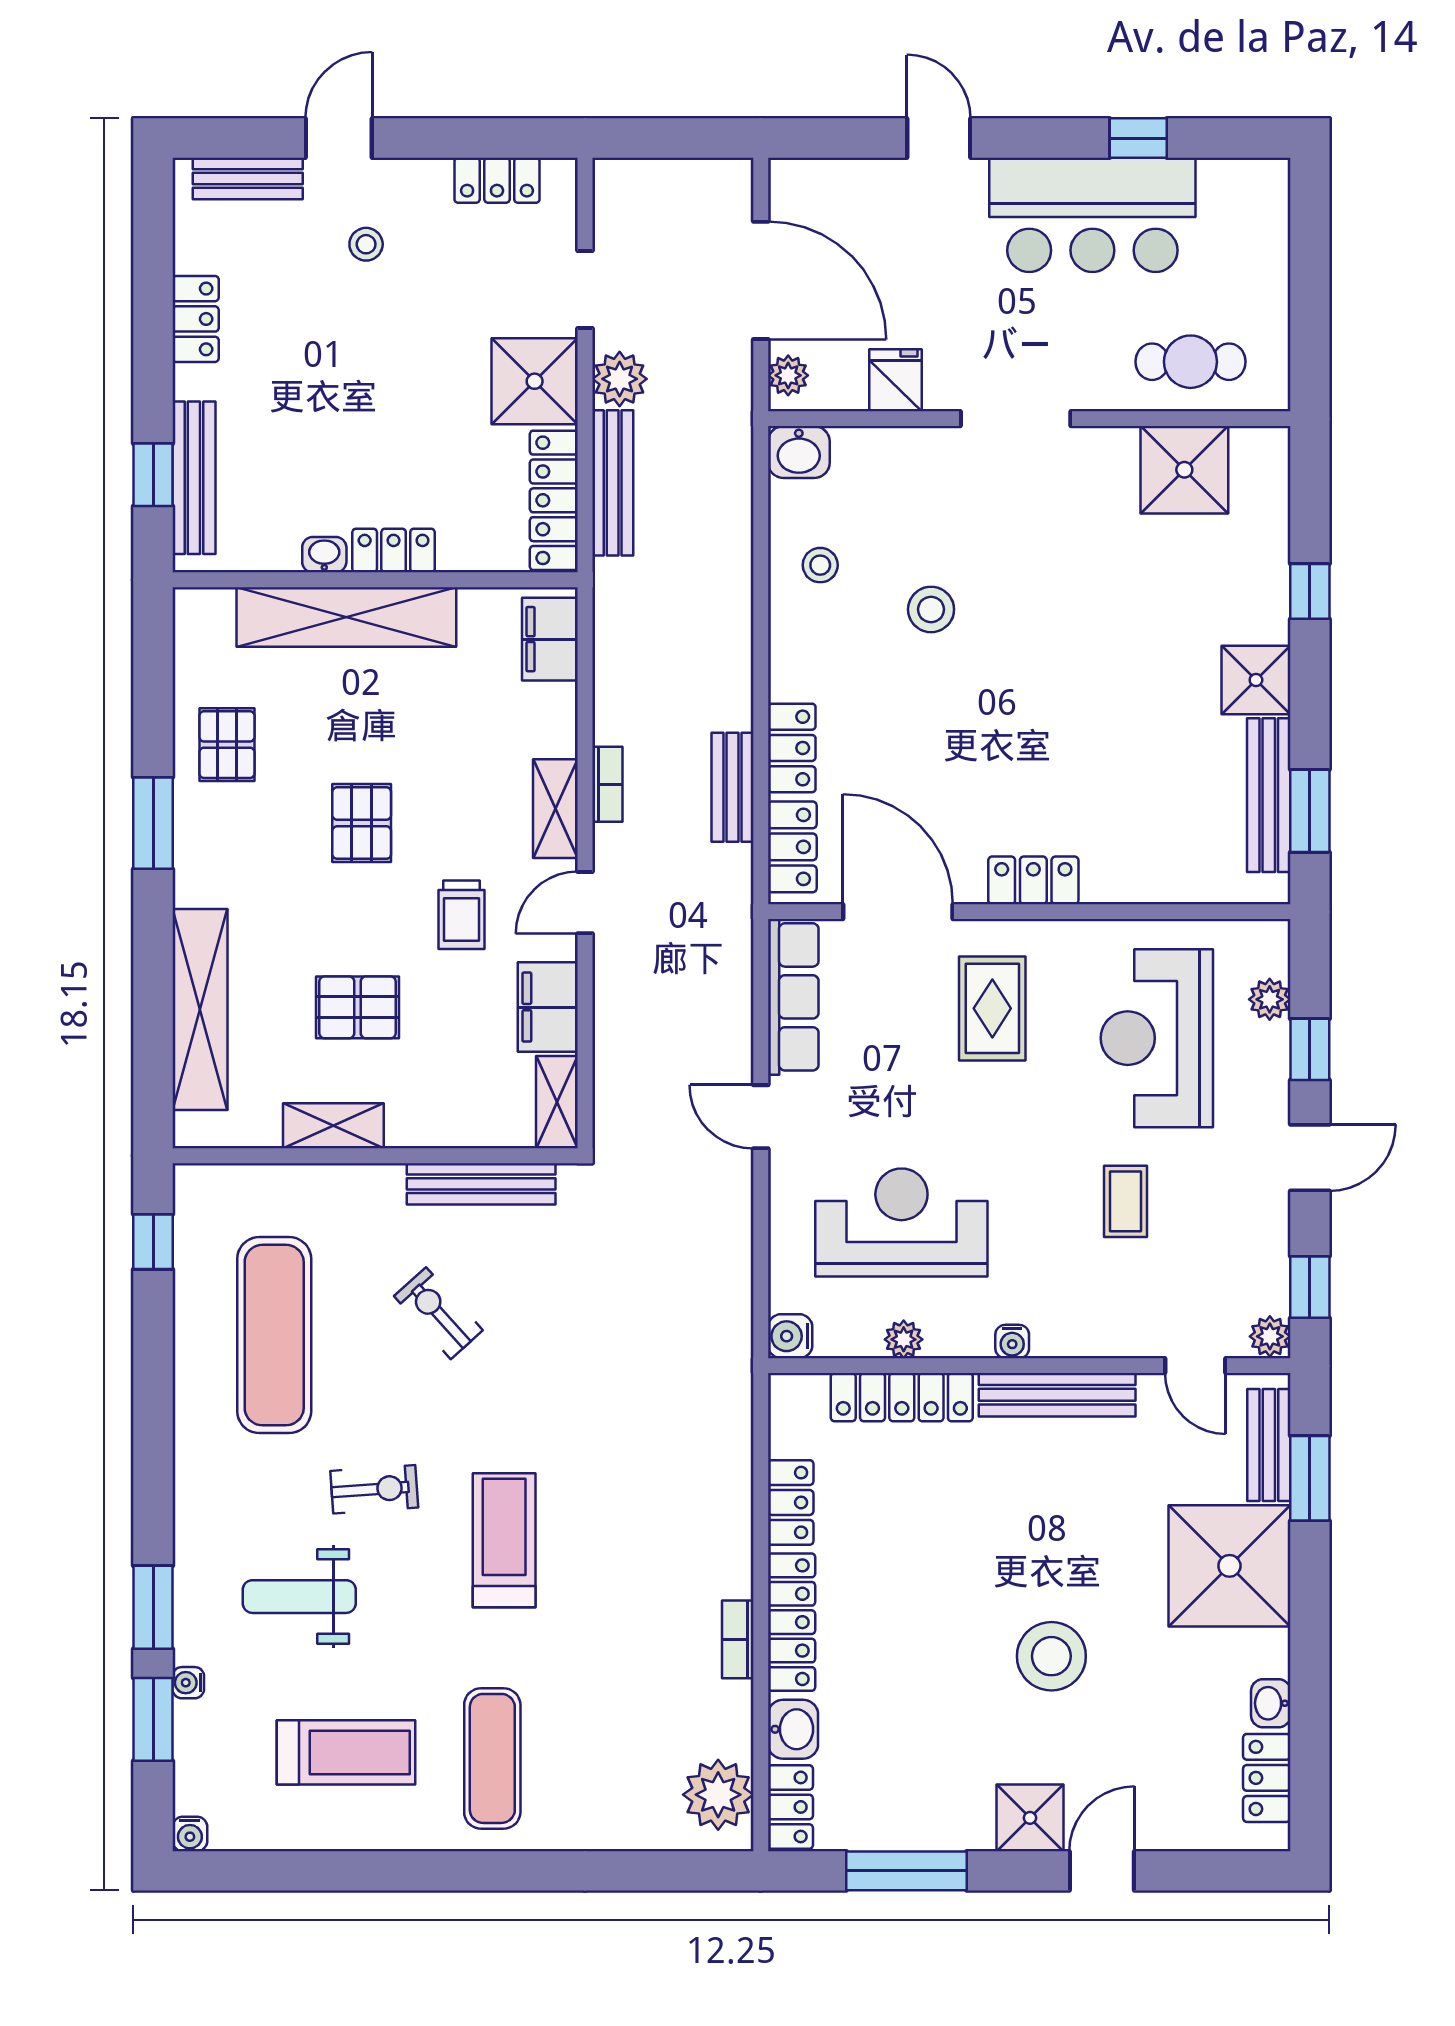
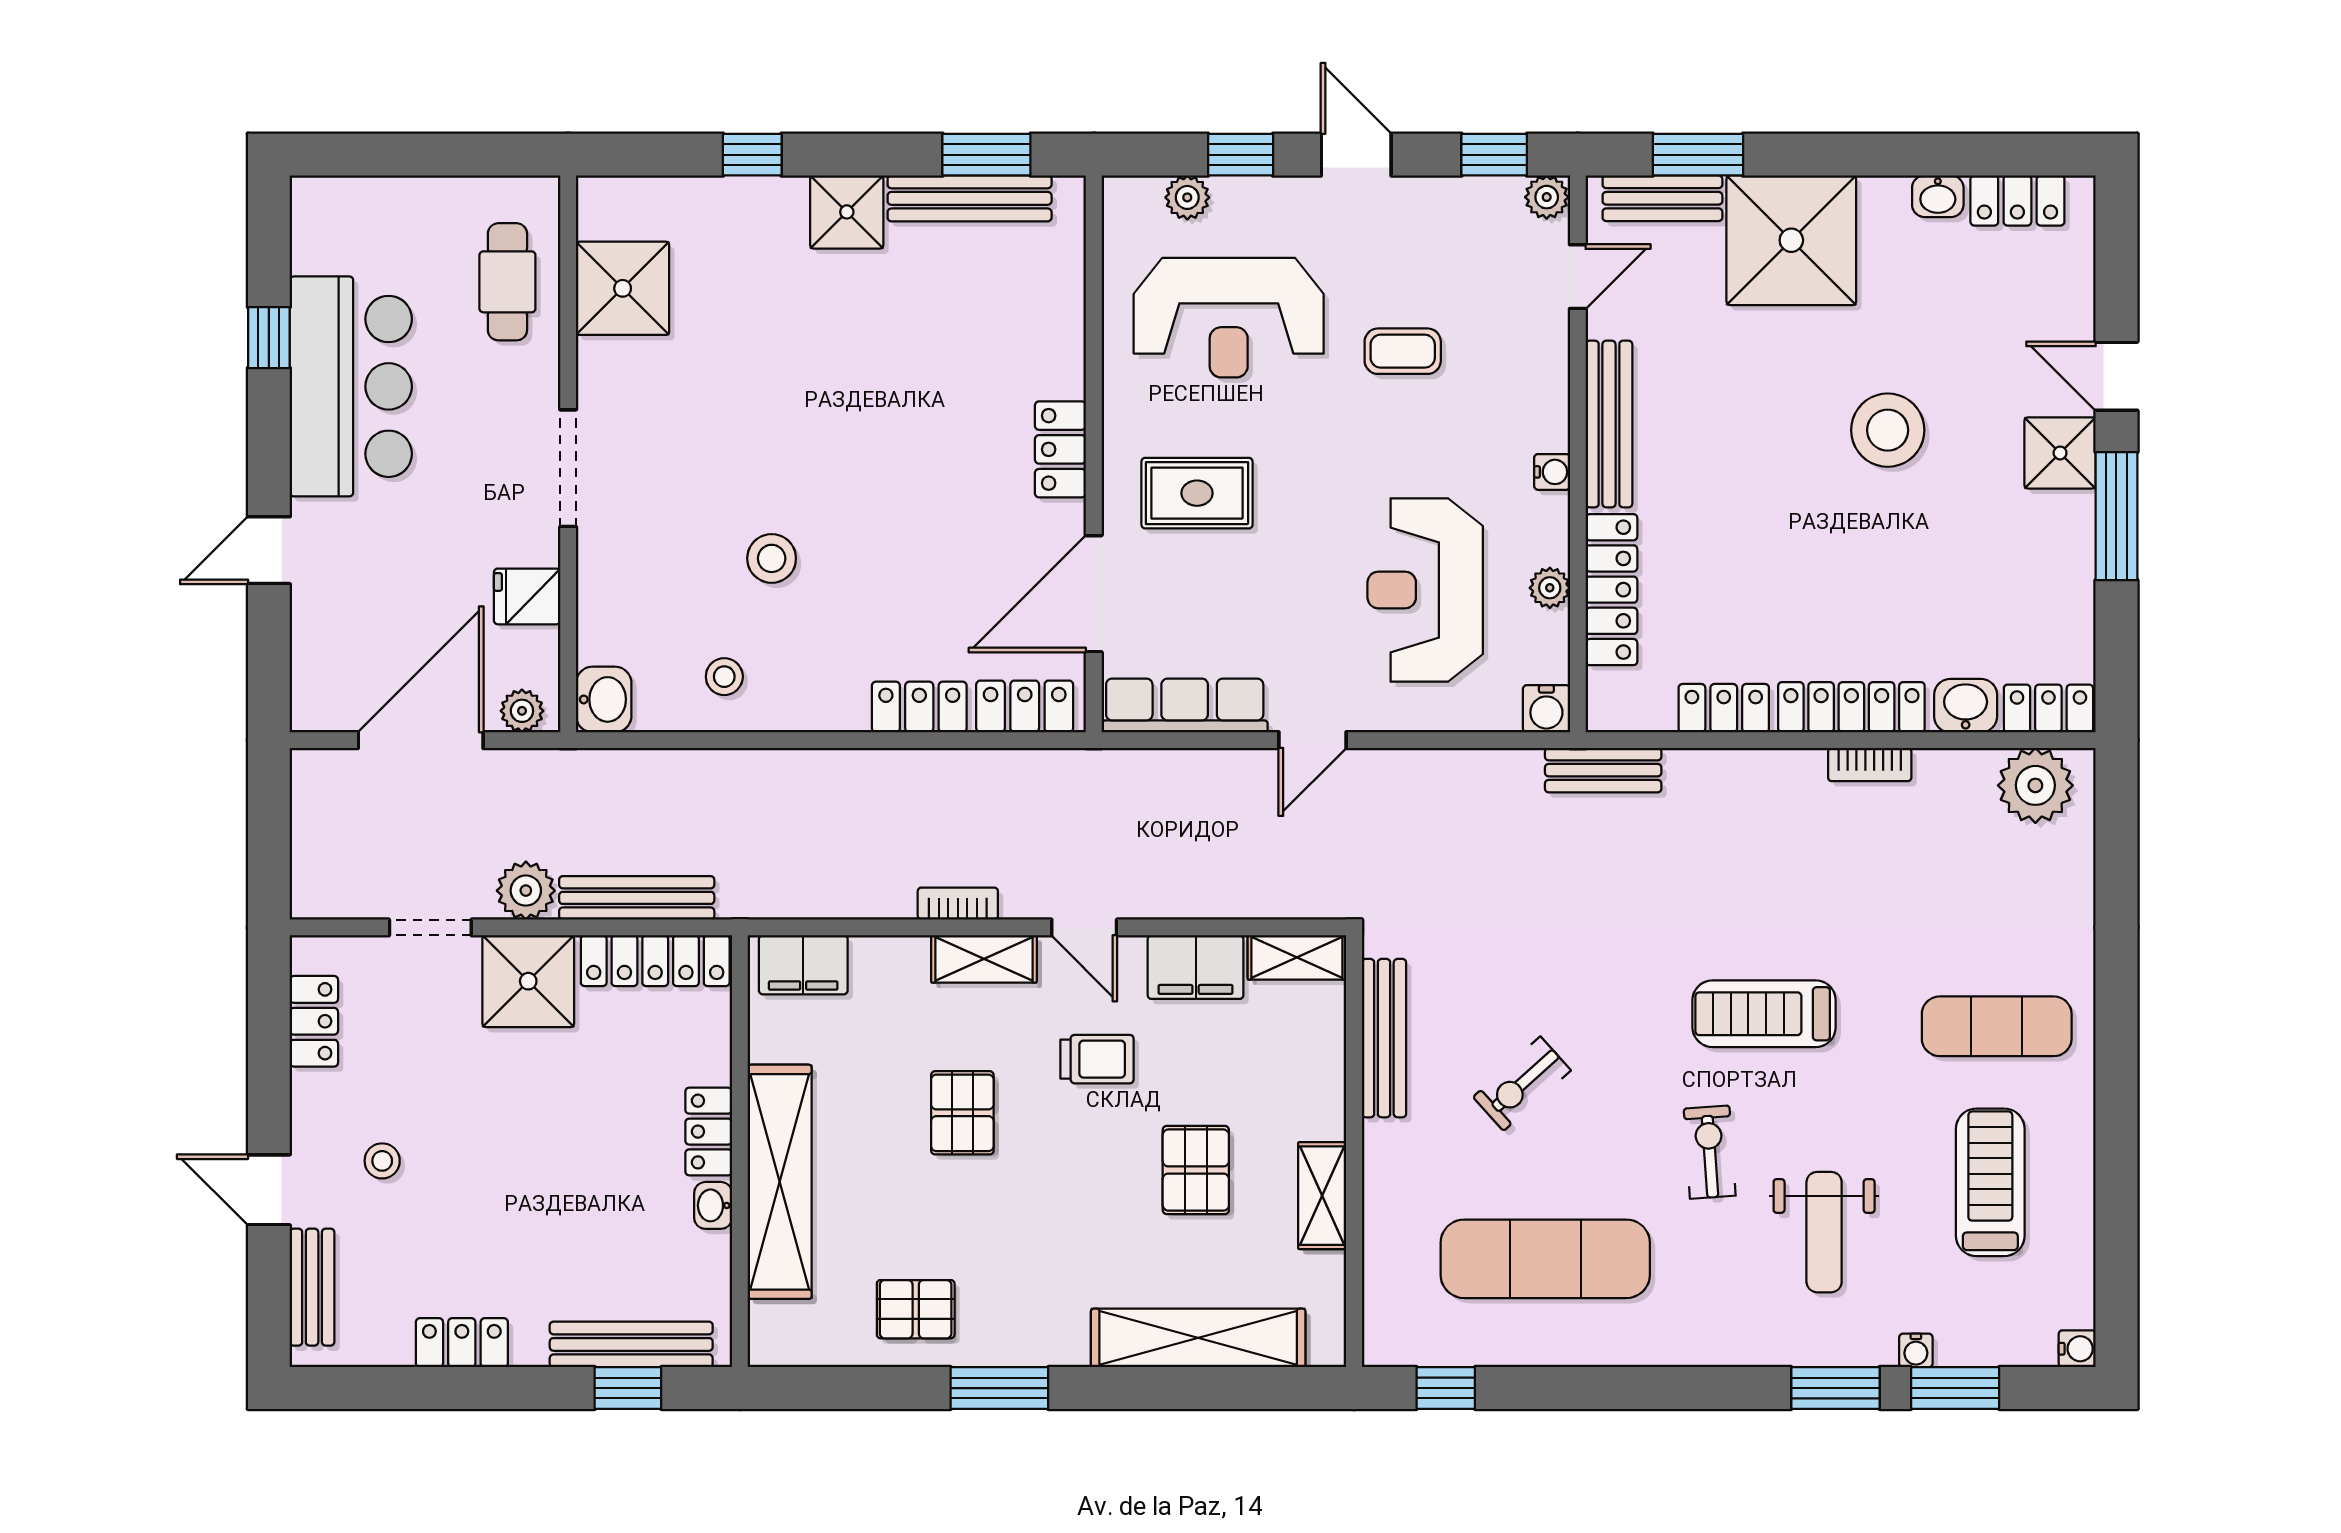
bench: (733, 787) -> (1603, 770), moved
pallet: (362, 823) -> (962, 1113), moved, turned 90
window: (906, 1871) -> (2116, 516), moved

